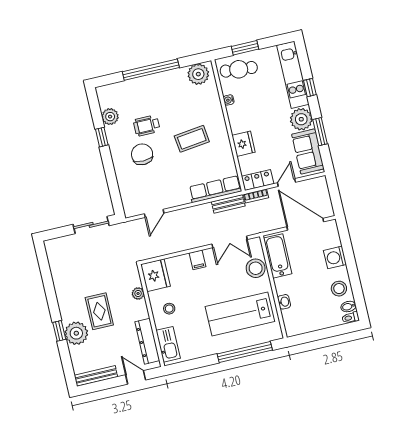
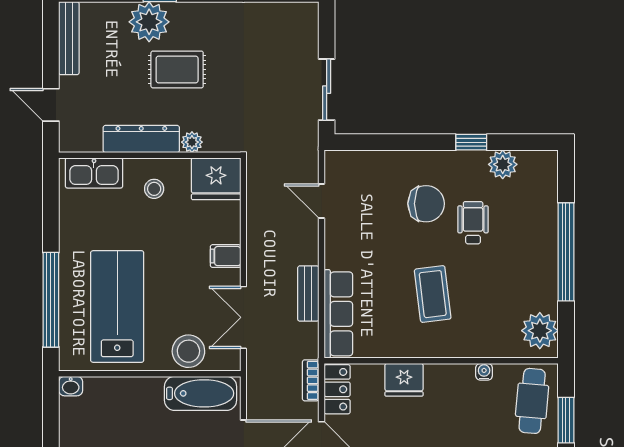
bench: (228, 204) -> (308, 294), moved
washbasin: (284, 302) -> (71, 386), moved
dresser: (147, 341) -> (141, 139), moved
door: (136, 377) -> (51, 105), swing flipped

